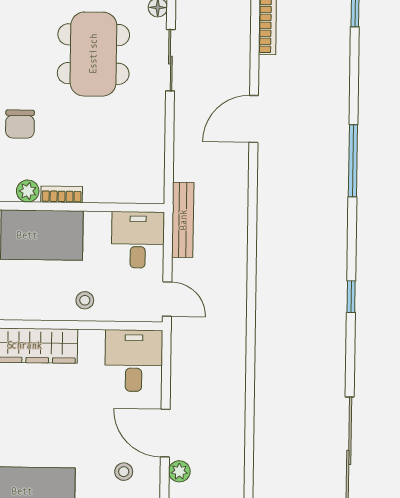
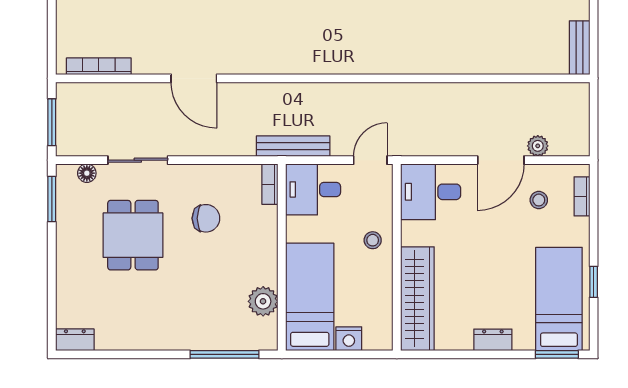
dining table: (93, 54) -> (133, 235), width x0.73
chair: (20, 124) -> (206, 218), moved
plant: (28, 191) -> (263, 301), width x1.38, depth x1.38
bookcase: (62, 194) -> (270, 184), moved

